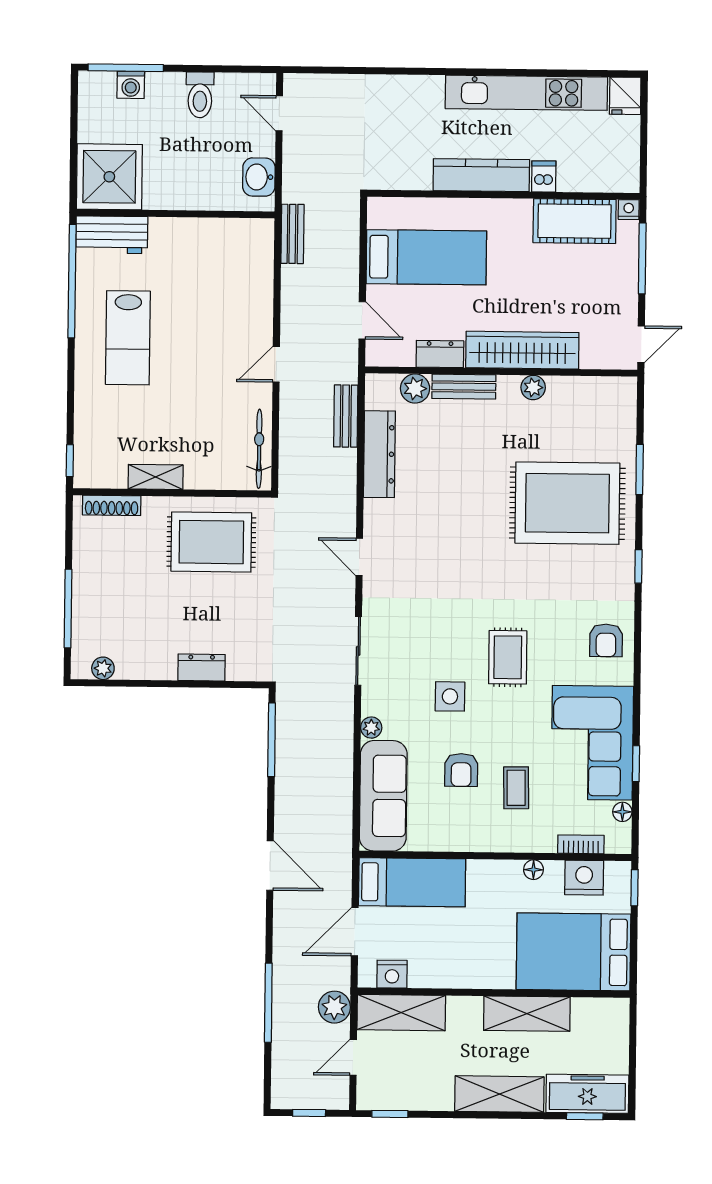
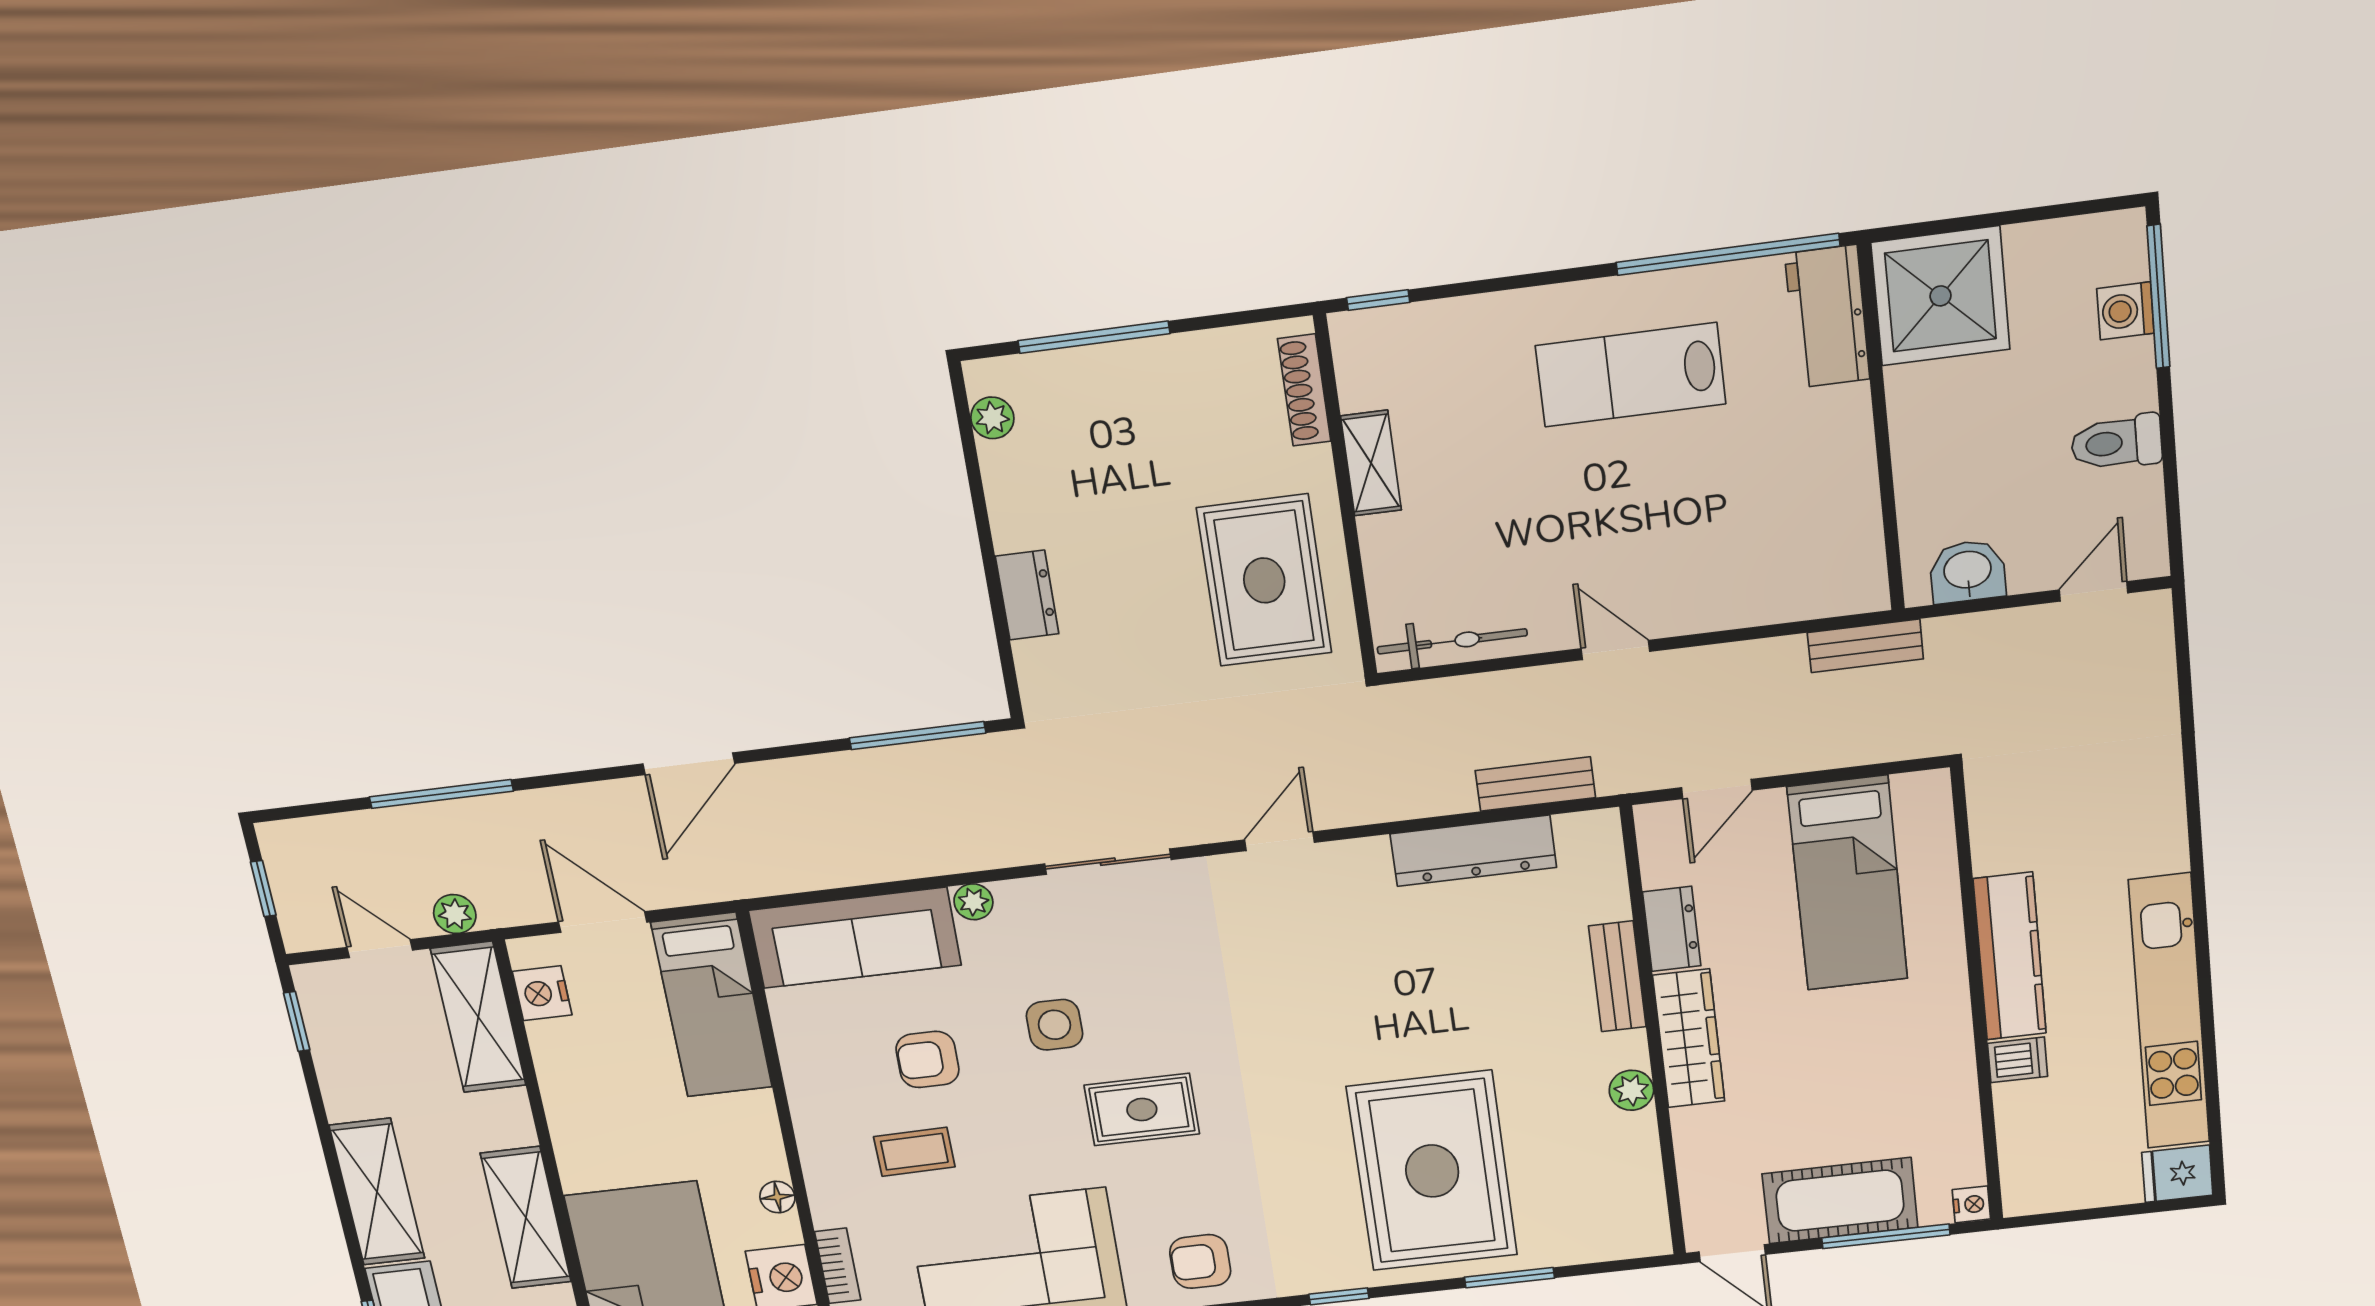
cot: (575, 221) -> (1840, 1201), moved, turned 90
wardrobe: (522, 350) -> (1689, 1038), width x0.71, depth x0.85
plant: (415, 389) -> (1603, 895), removed
plant: (334, 1007) -> (455, 914), width x0.73, depth x0.73

